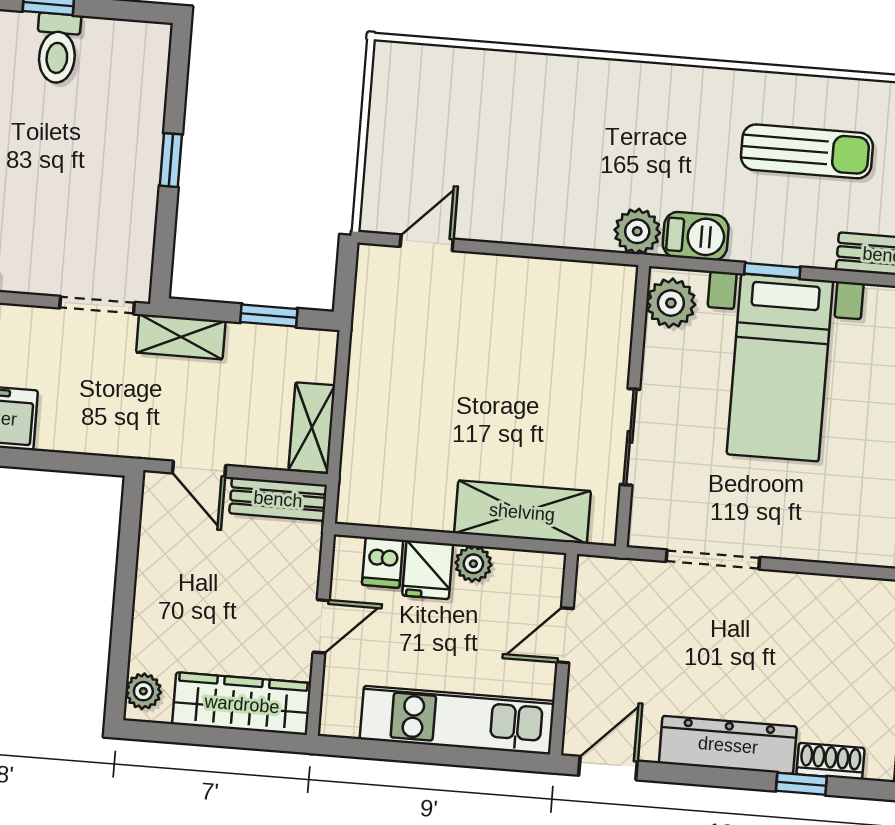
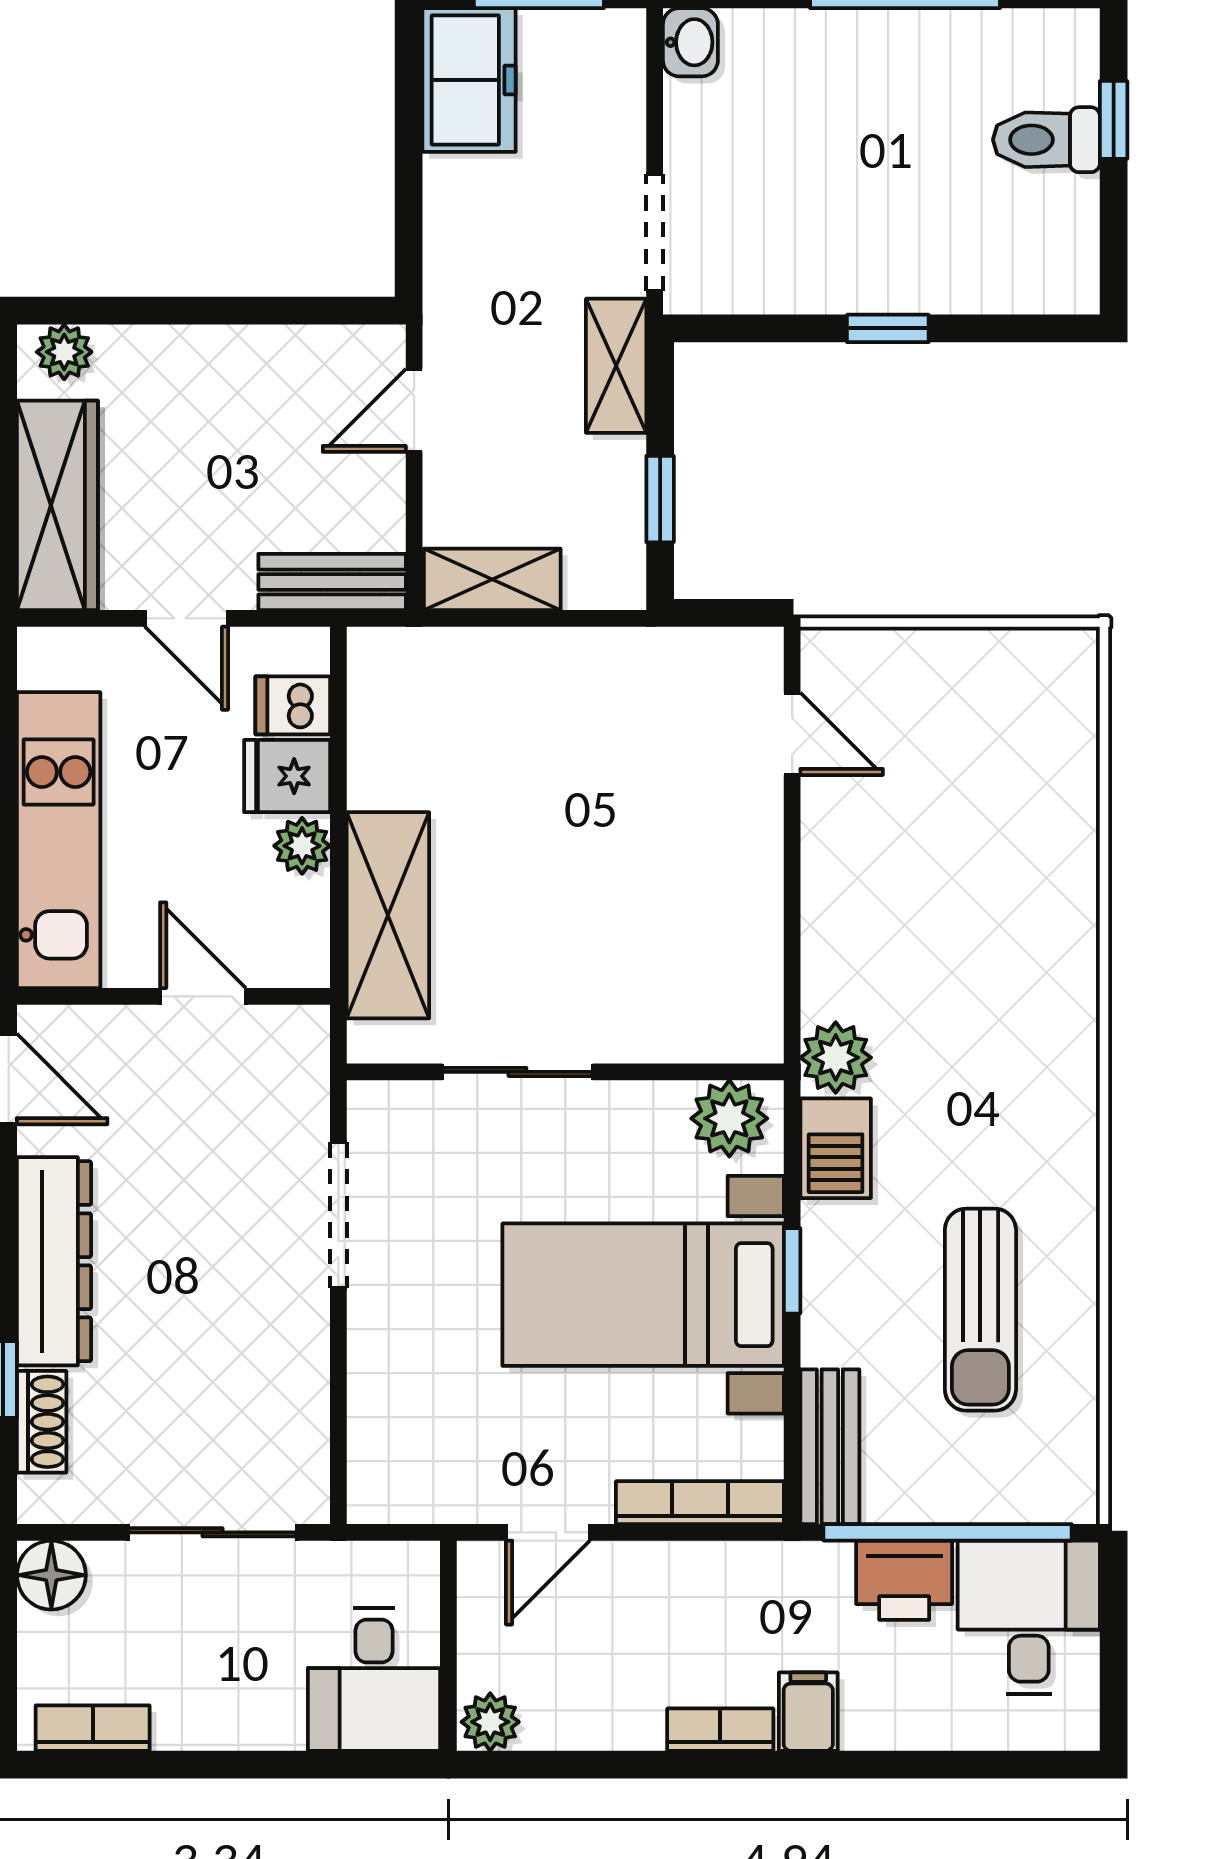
bench: (278, 499) -> (332, 582), moved, turned 90

